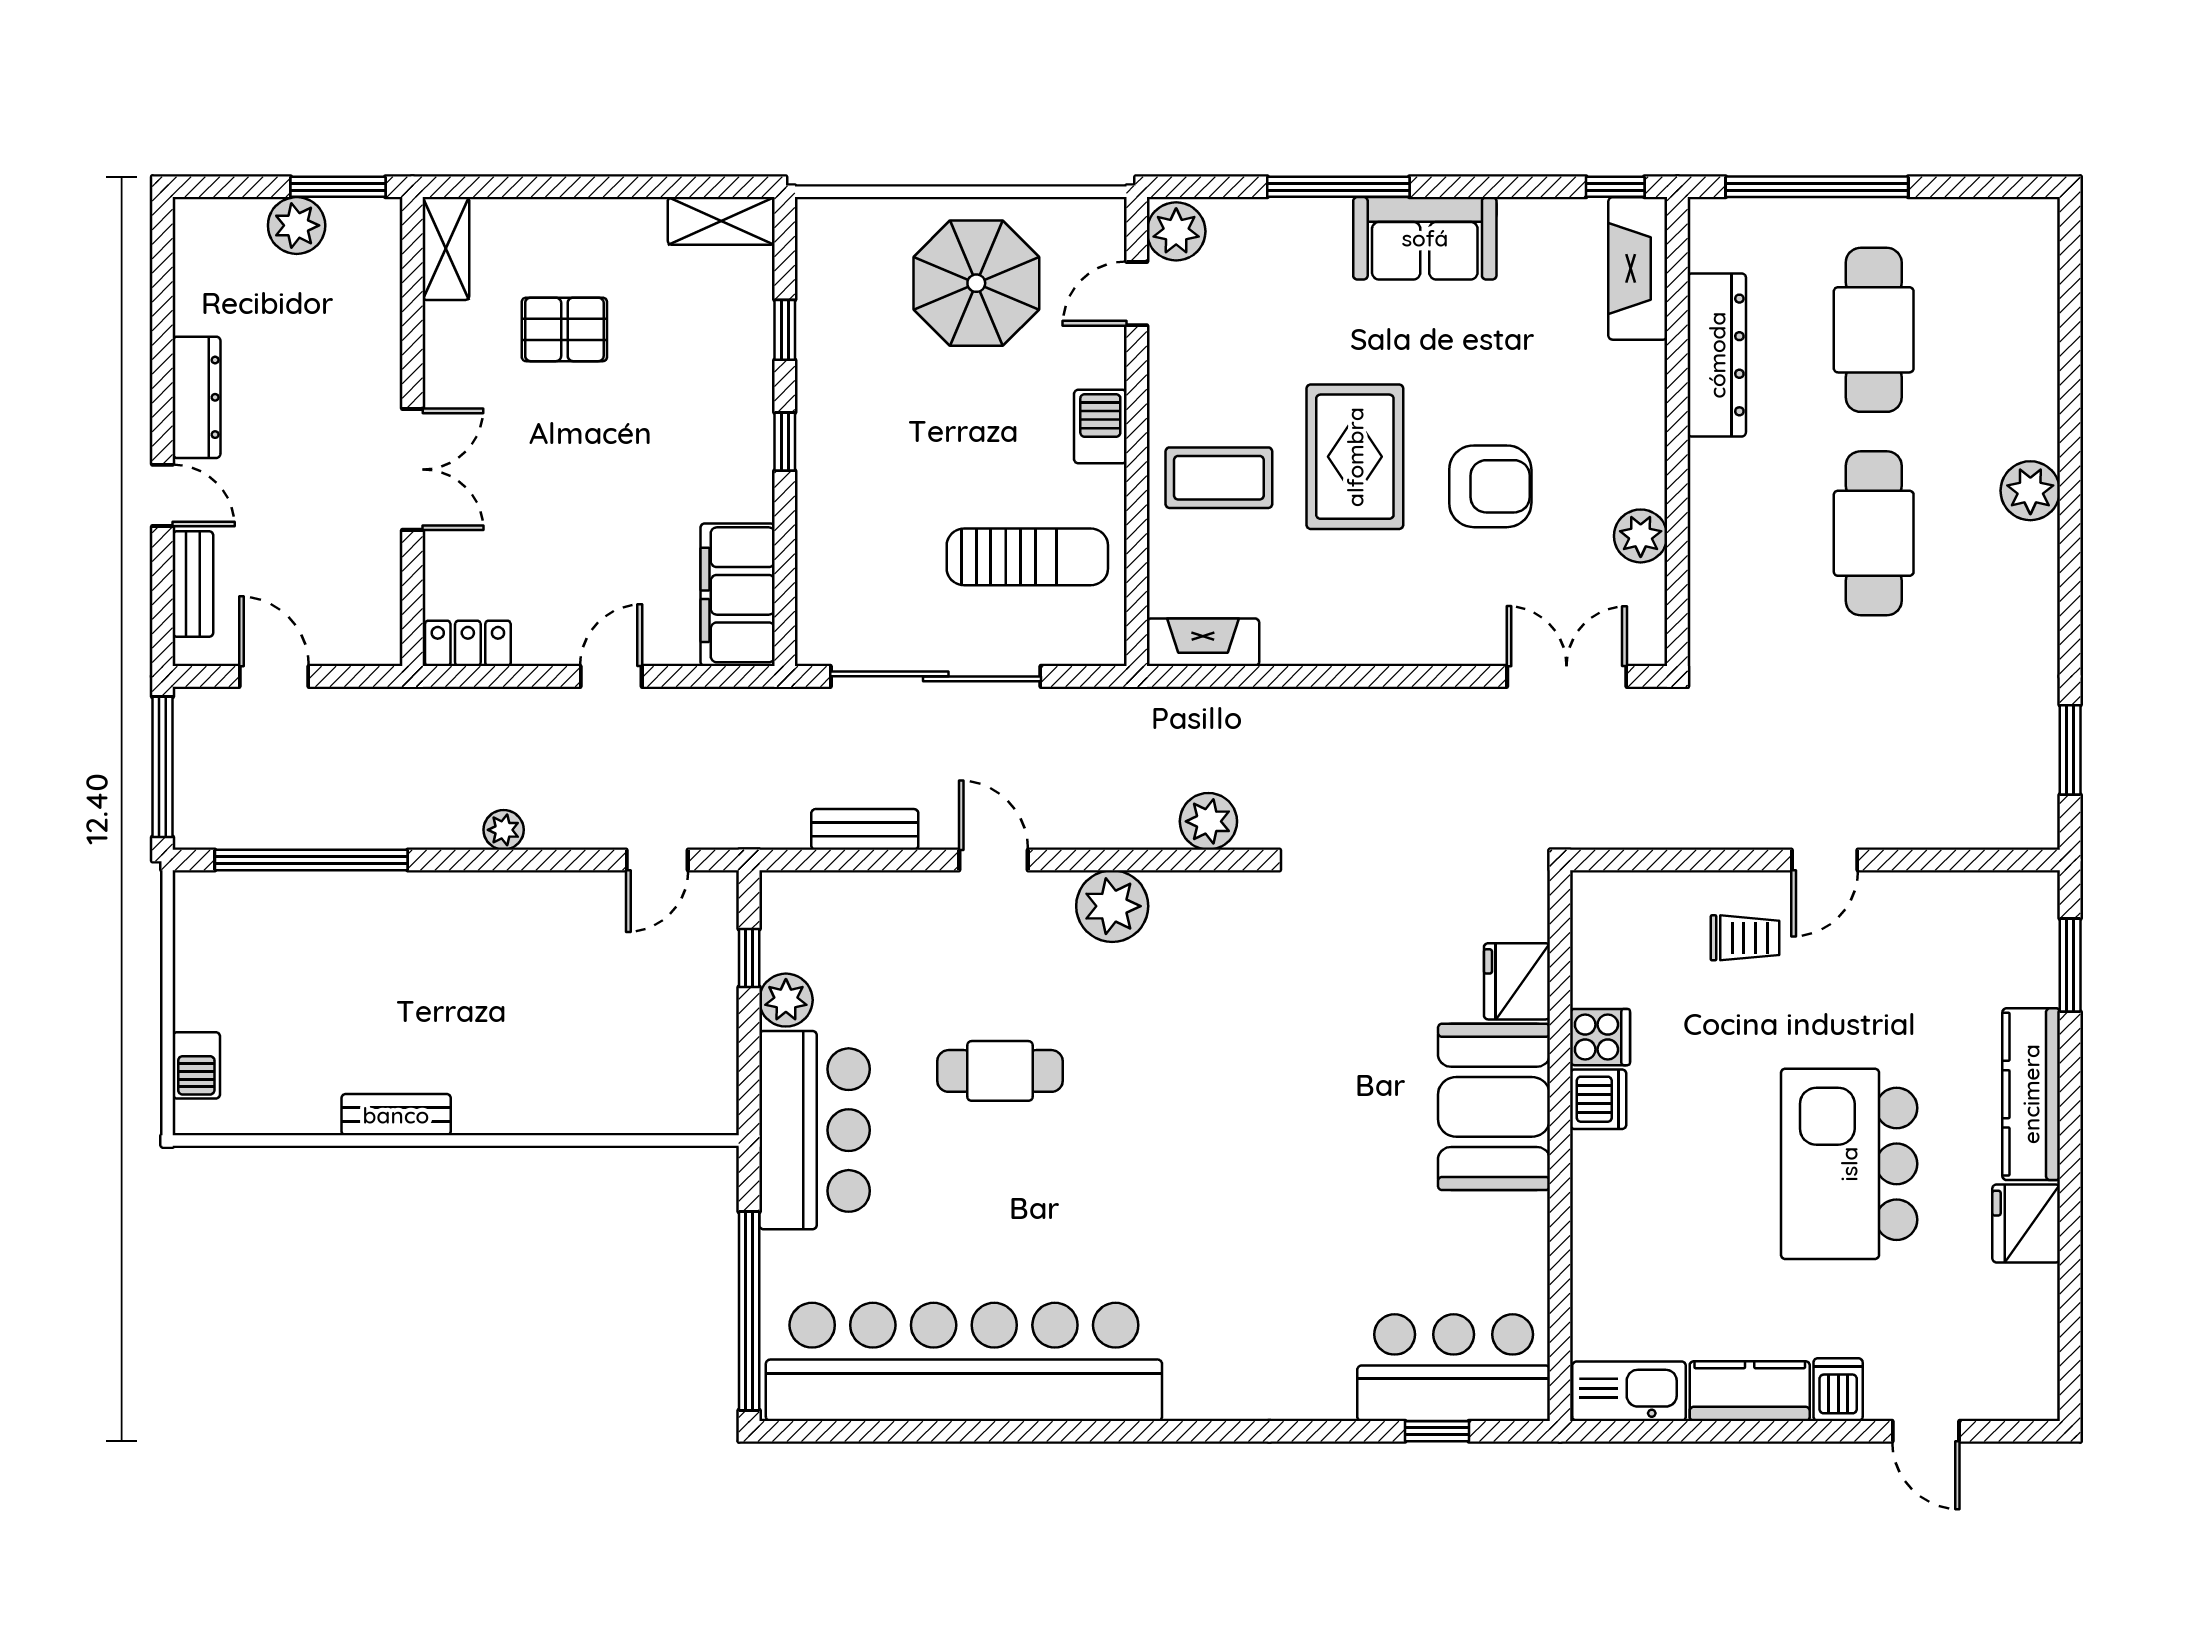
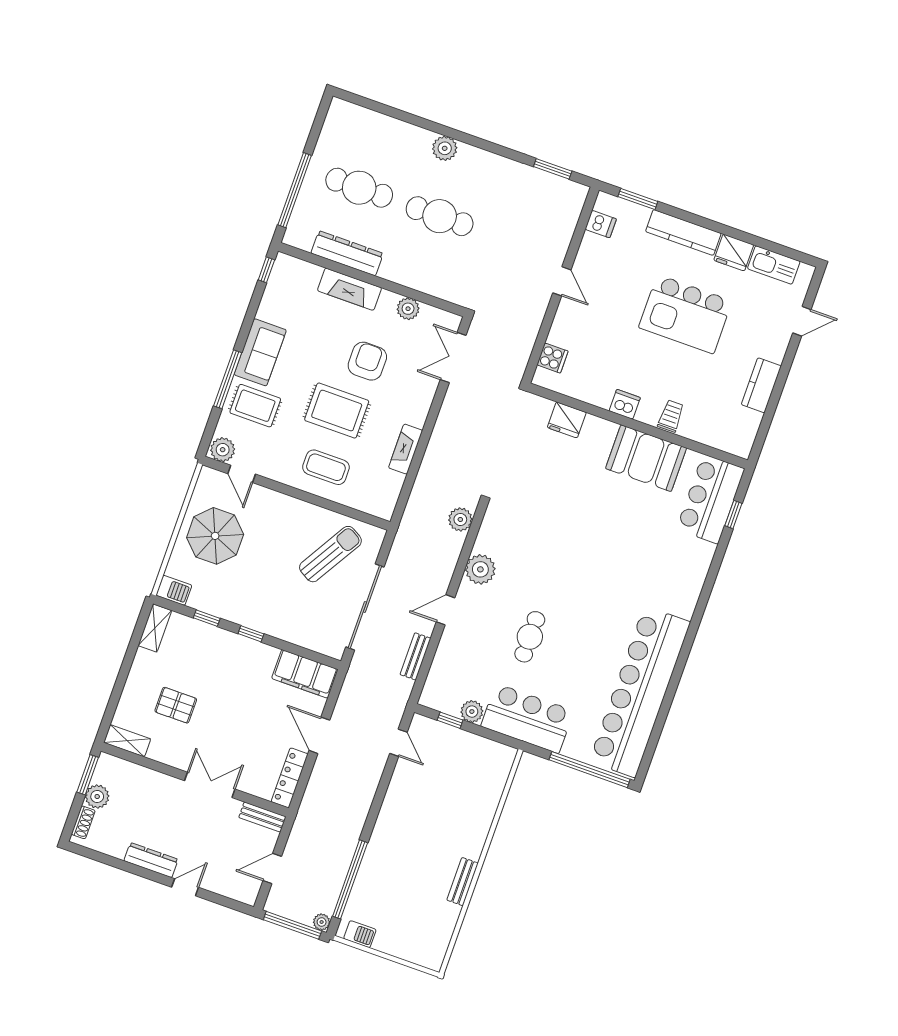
shoe rack: (227, 215) -> (83, 822), added
fireplace: (1638, 268) -> (349, 289), moved
rug: (1301, 270) -> (255, 406), added
pallet: (564, 329) -> (176, 705), turned 90
barbecue: (1100, 427) -> (174, 590), moved, turned 180
coffee table: (1219, 478) -> (326, 467), turned 90
sun lounger: (1027, 557) -> (330, 554), turned 31
bench: (193, 584) -> (262, 817), moved
fireplace: (1203, 642) -> (406, 449), moved
locker: (468, 643) -> (290, 778), width x1.53
door: (611, 676) -> (319, 735), width x1.38
plant: (504, 830) -> (322, 922), moved
trolley: (1745, 938) -> (671, 416), moved
cooker: (1600, 1037) -> (552, 358), moved, turned 90
barbecue: (196, 1065) -> (360, 934), moved
booth: (1494, 1107) -> (646, 458), moved
dishwasher: (1838, 1390) -> (601, 224), moved, turned 180
kitchen sink: (1629, 1391) -> (774, 265), moved, turned -90

